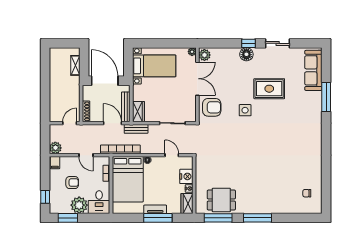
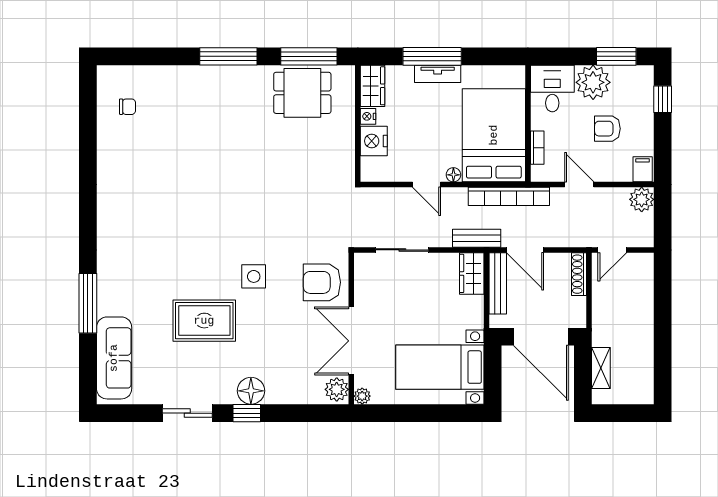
door: (172, 155) -> (427, 185), moved

